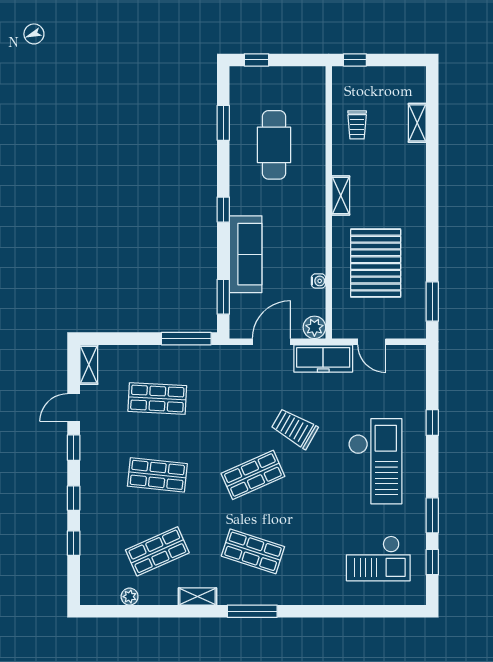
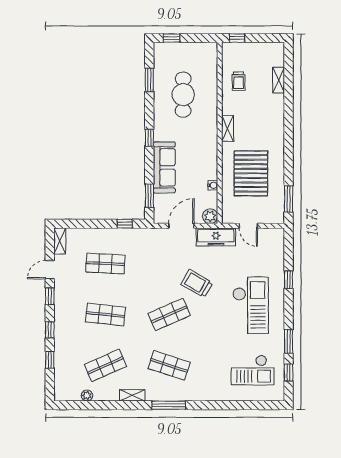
window: (186, 339) -> (125, 224), width x0.46

